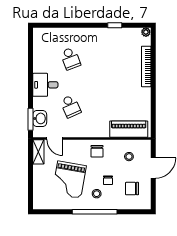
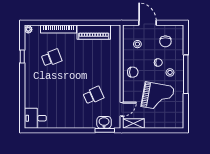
school desk: (70, 59) -> (51, 58), moved
desk: (45, 85) -> (35, 118), moved, turned 90
piano: (129, 129) -> (94, 32), moved, turned -90

